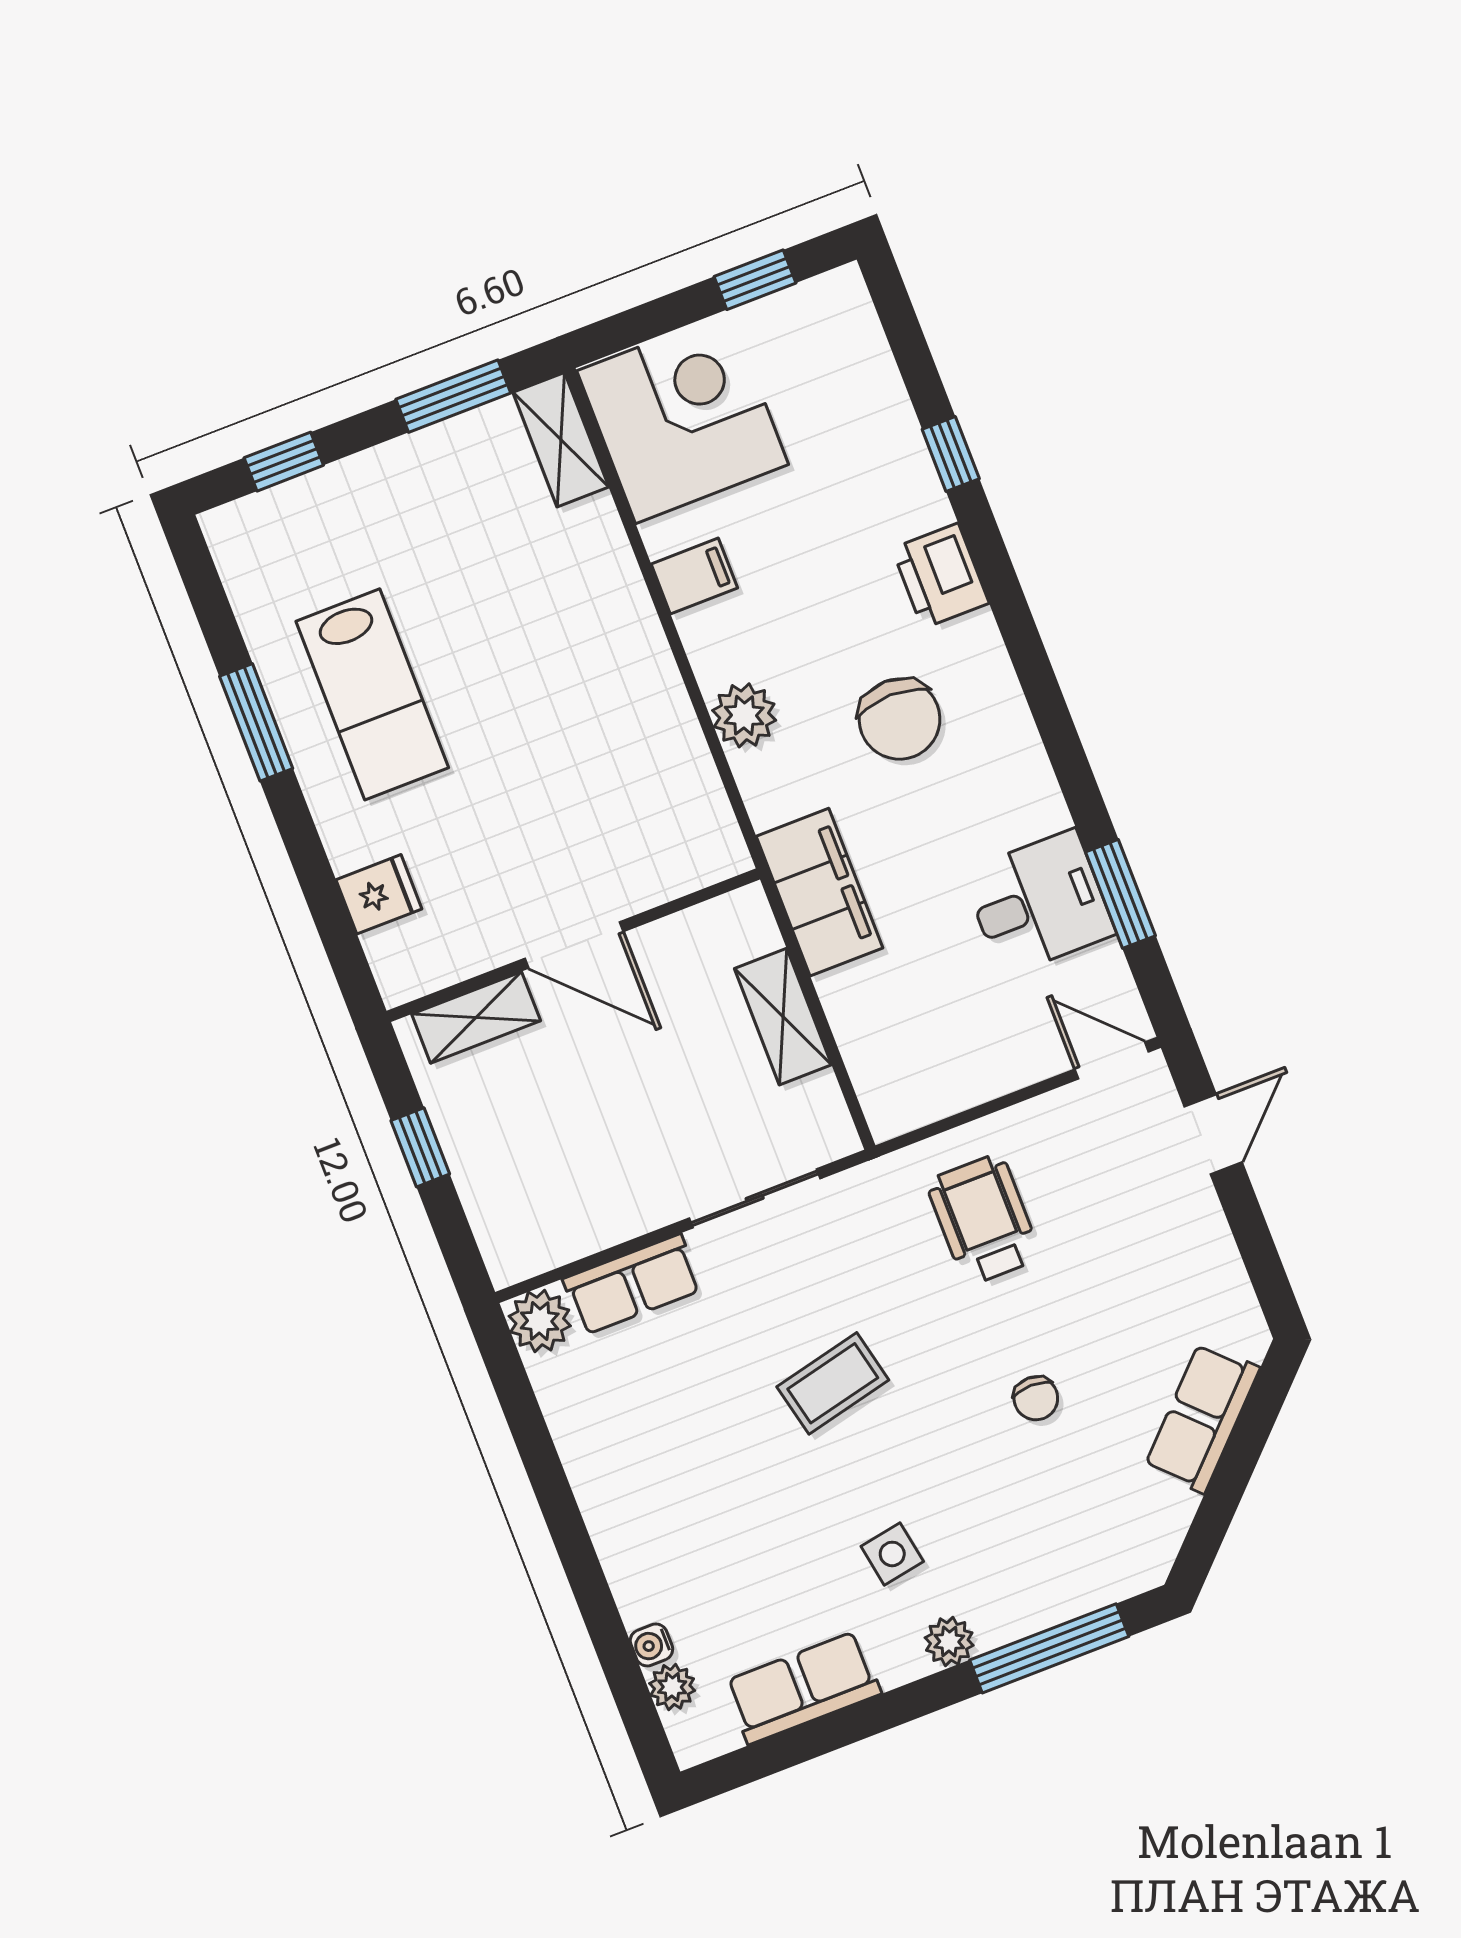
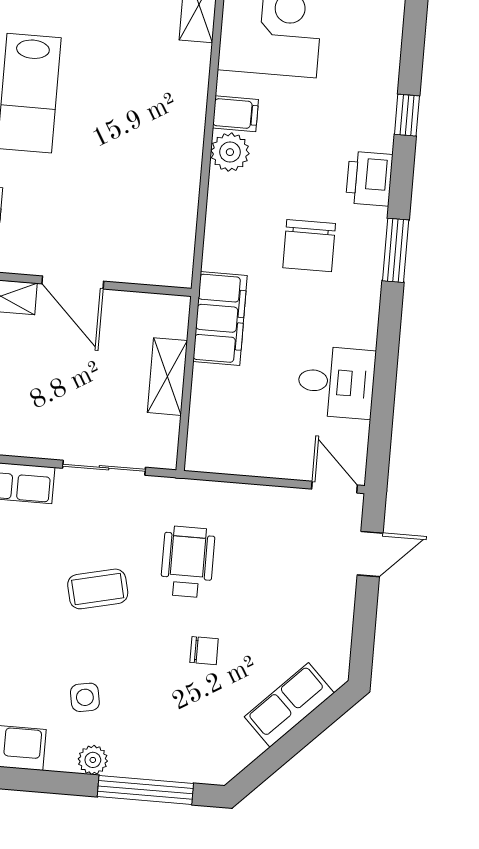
plant: (744, 715) -> (230, 152), moved
window: (1120, 894) -> (396, 250), moved
wheelchair: (983, 1219) -> (188, 562), moved
chair: (1036, 1398) -> (204, 651), turned -90

